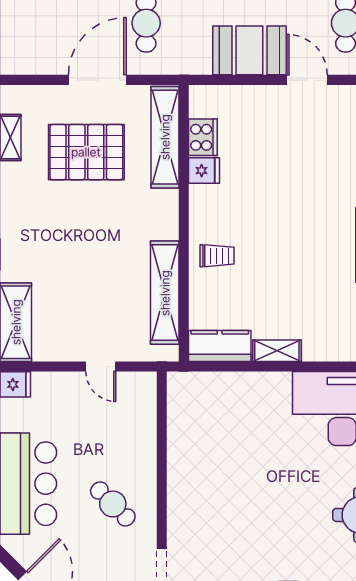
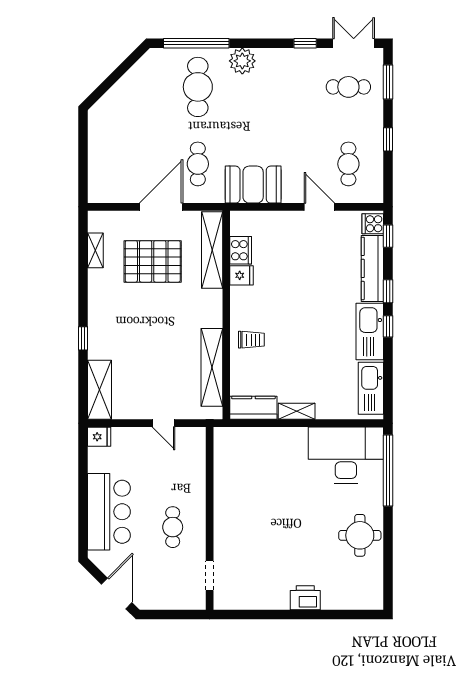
booth: (249, 50) -> (253, 185), moved
cafe table: (113, 504) -> (173, 527), turned 45

